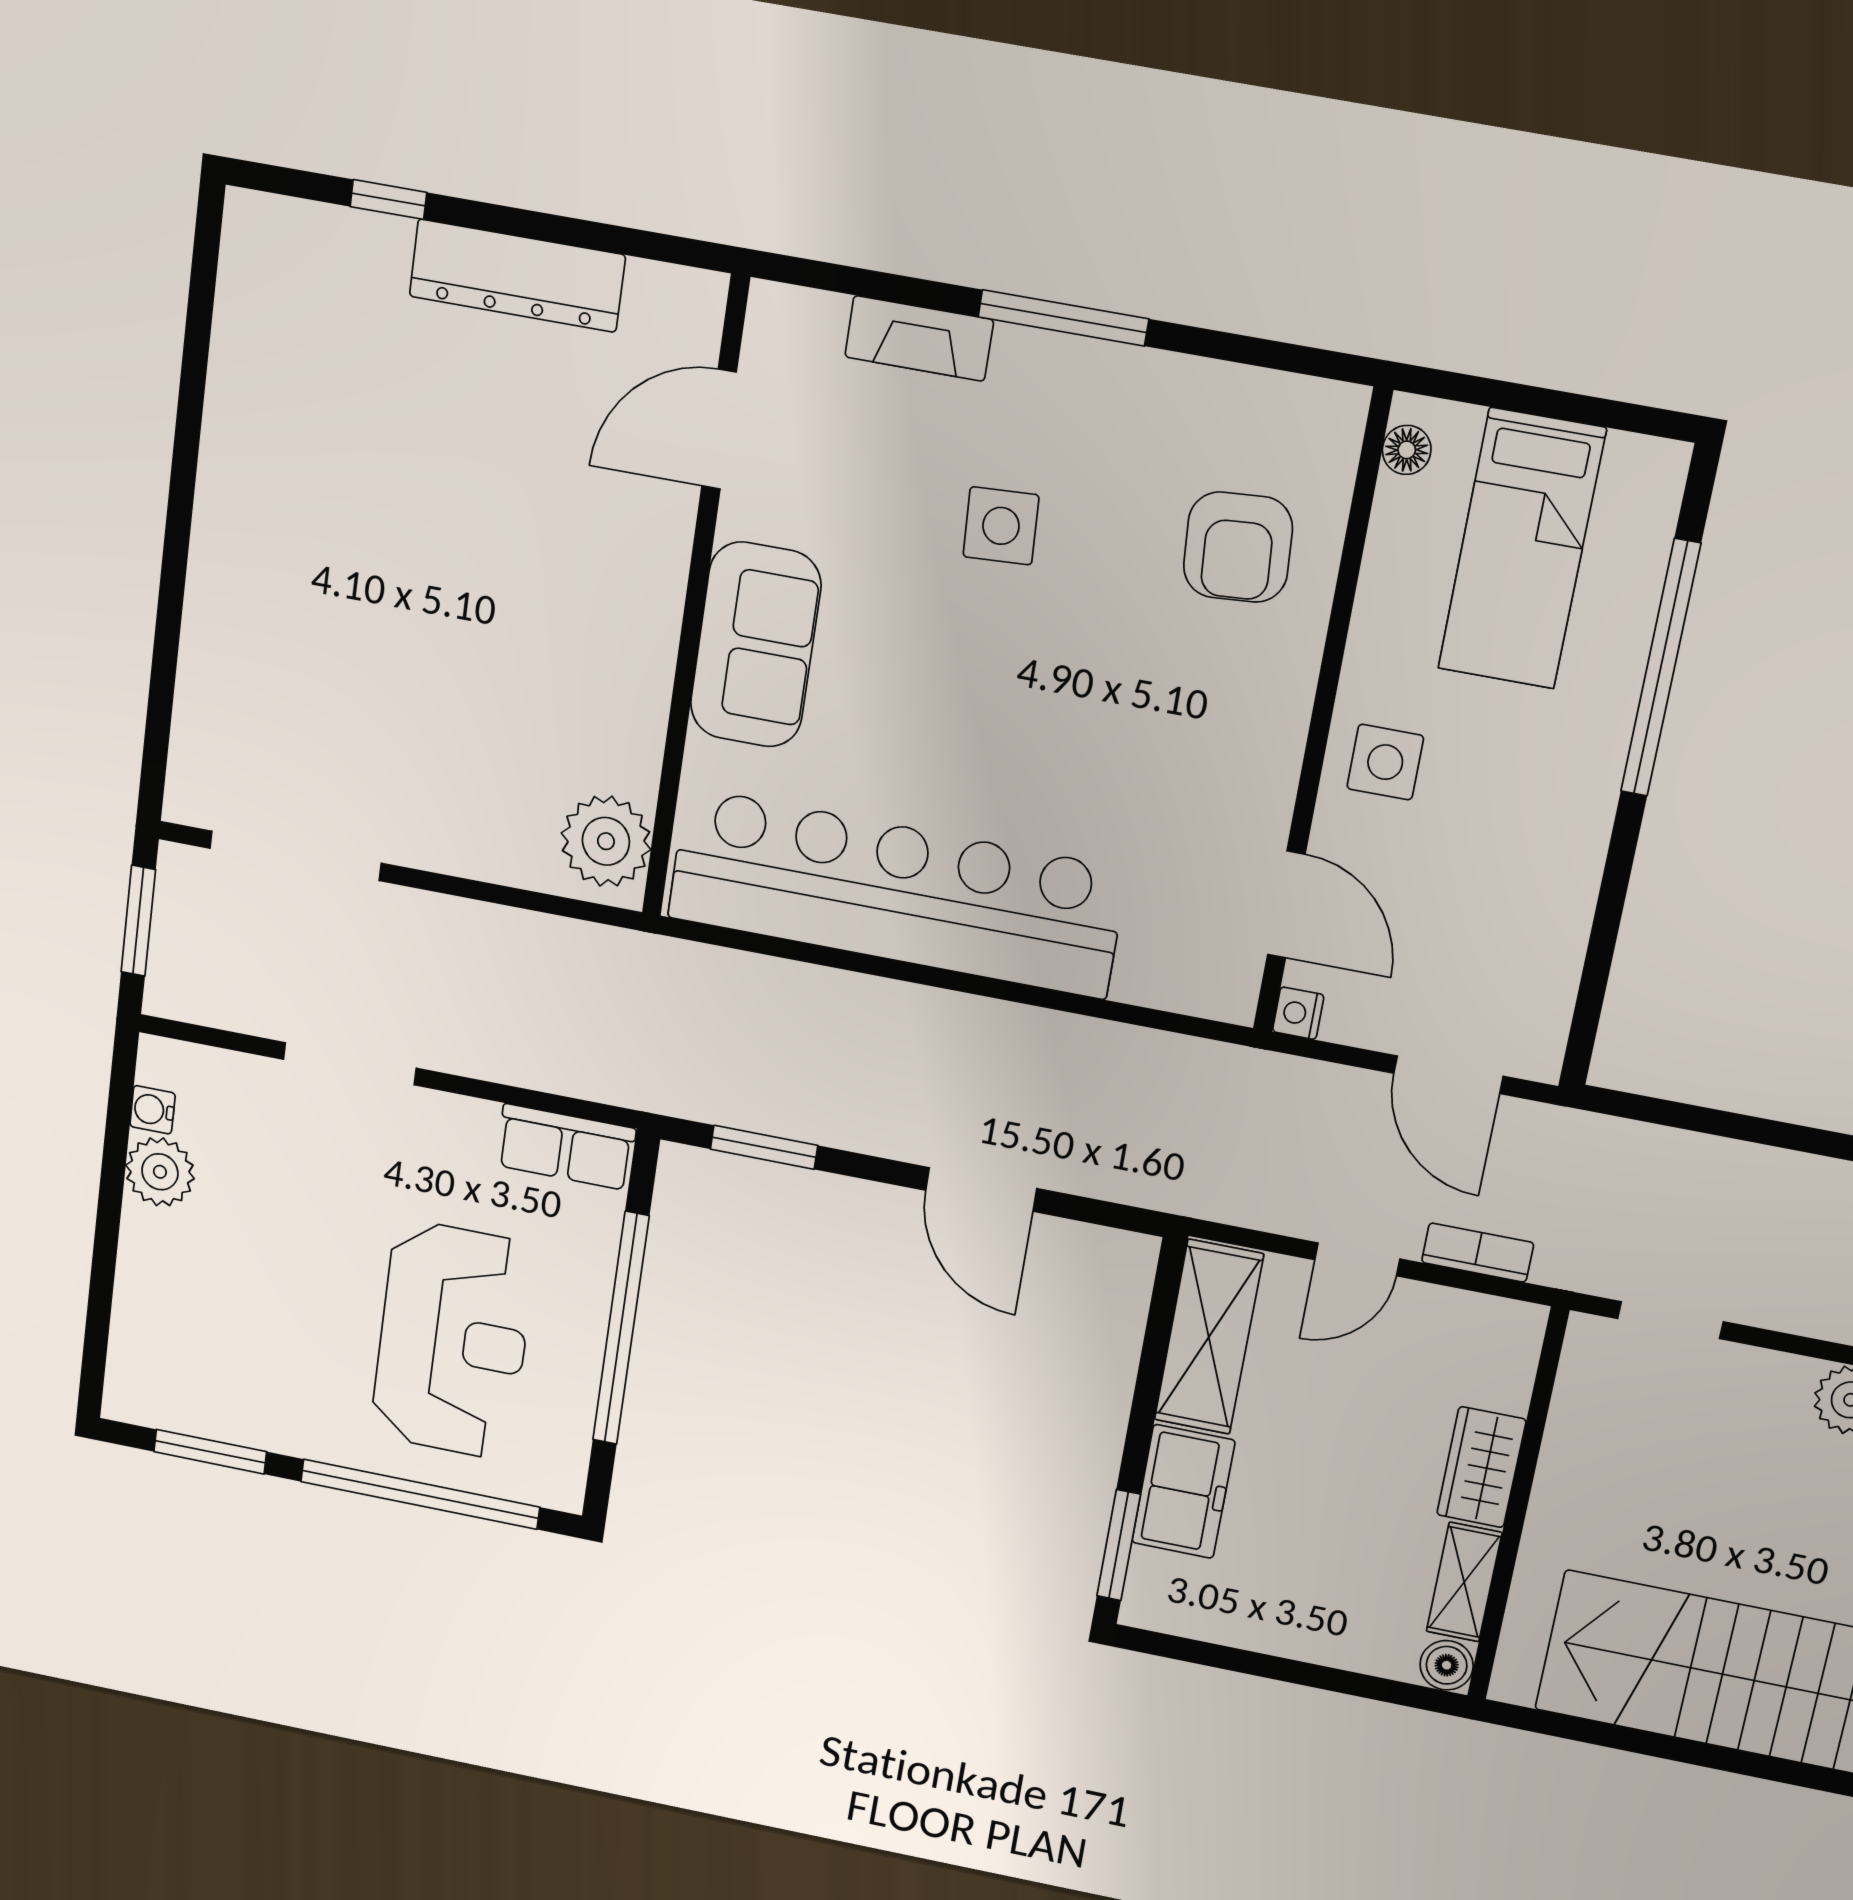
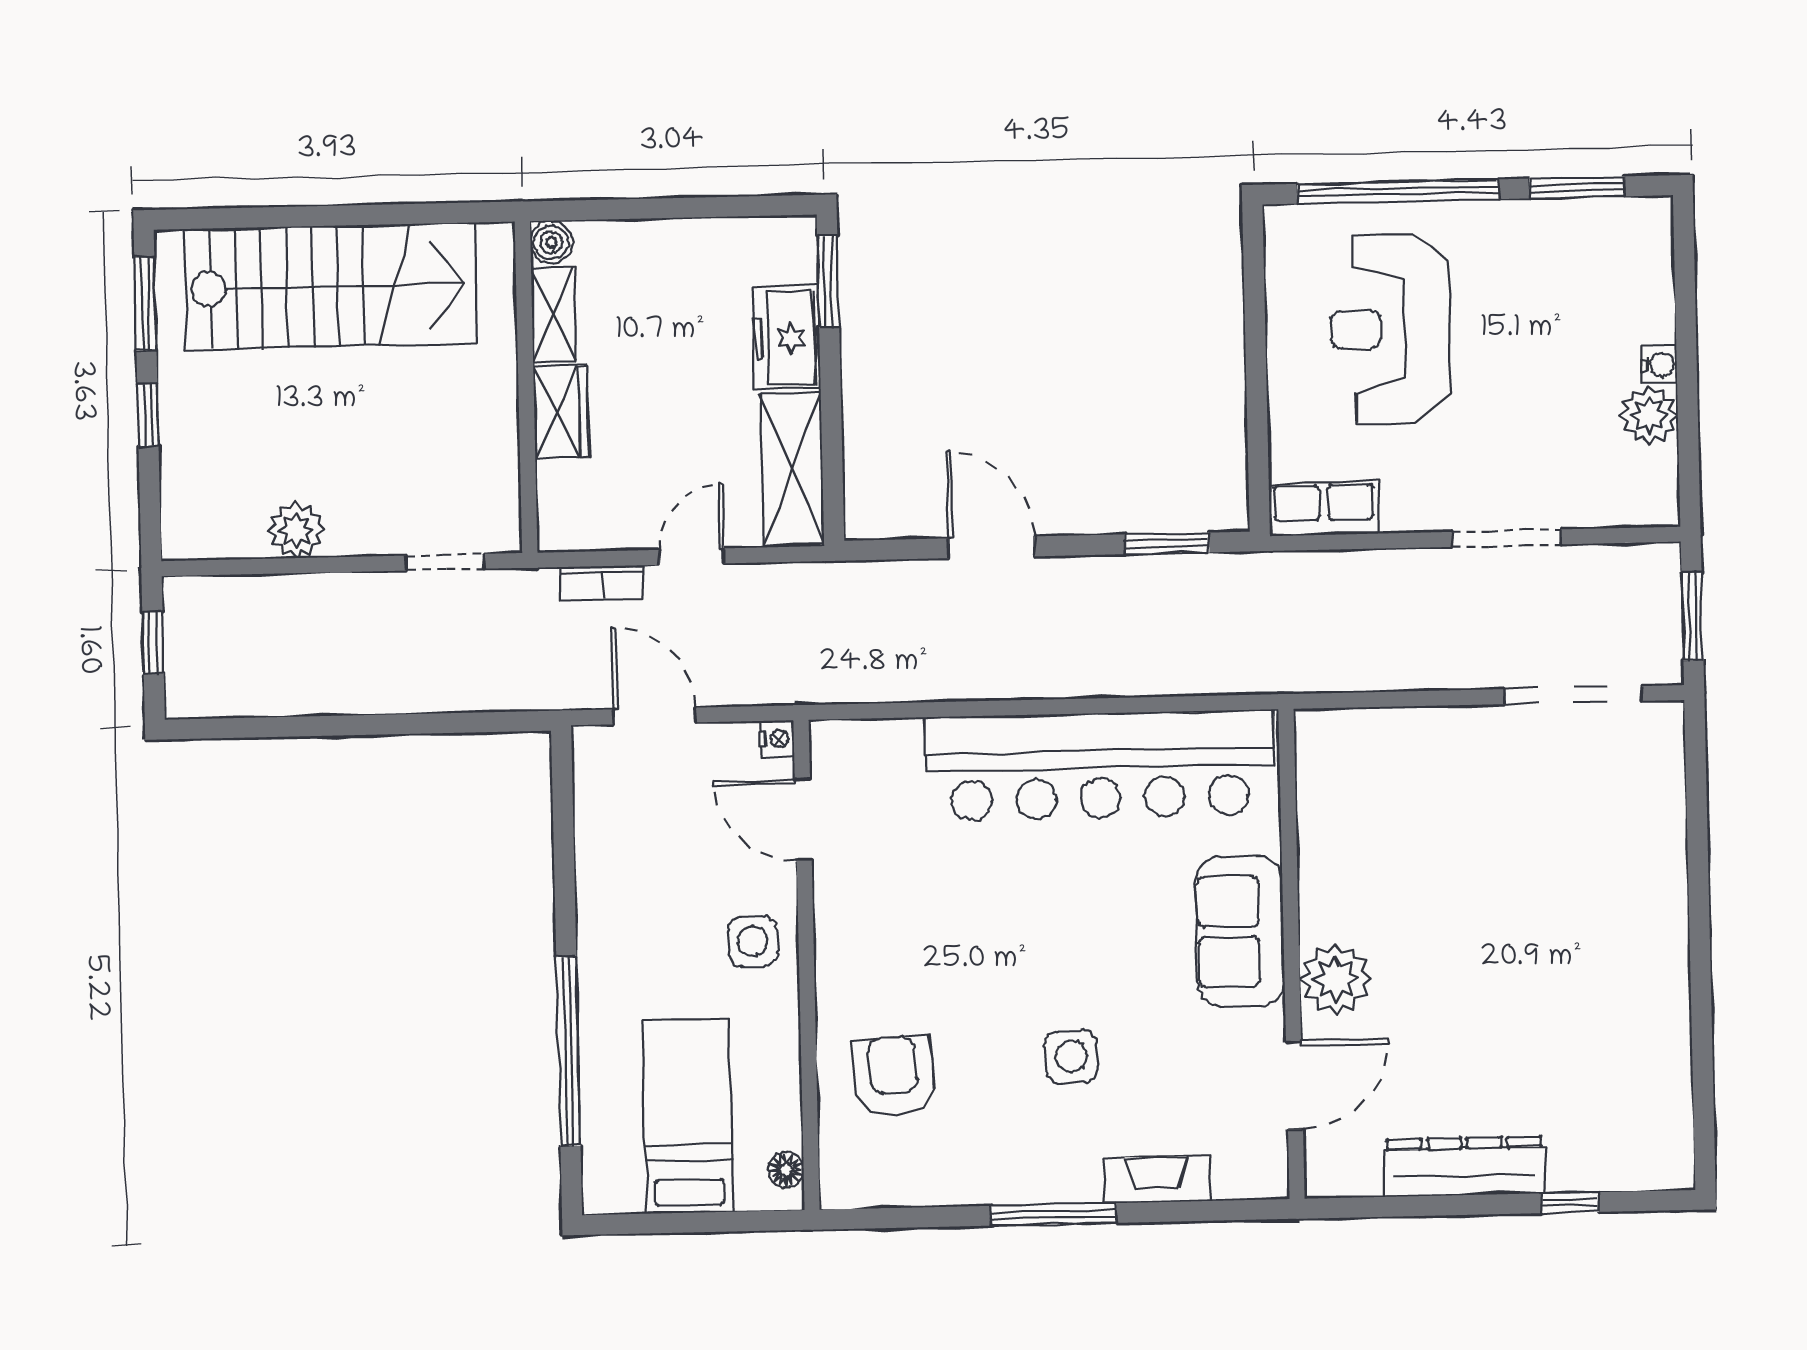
plant: (606, 841) -> (1335, 979), moved
water cooler: (152, 1110) -> (1659, 365), moved
window: (621, 1329) -> (1256, 370), removed

